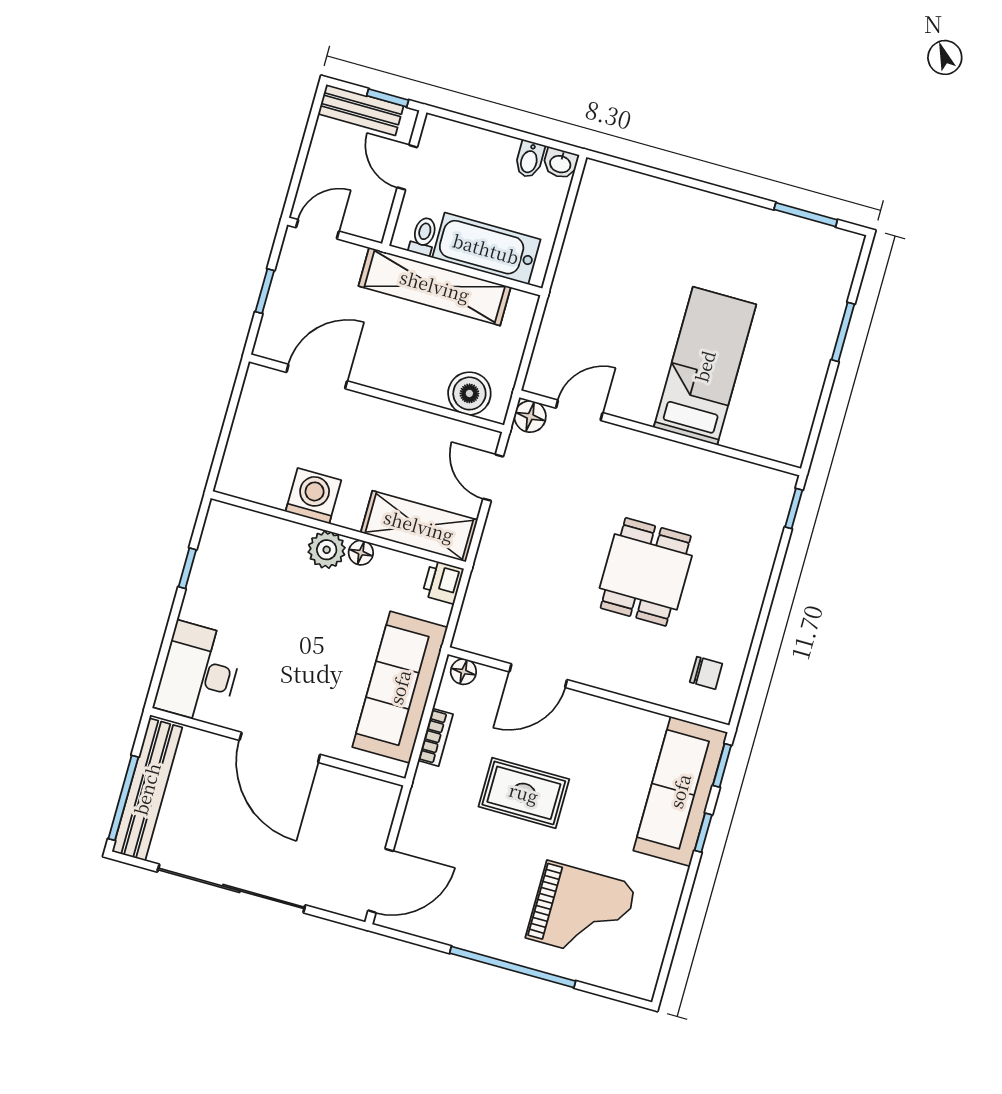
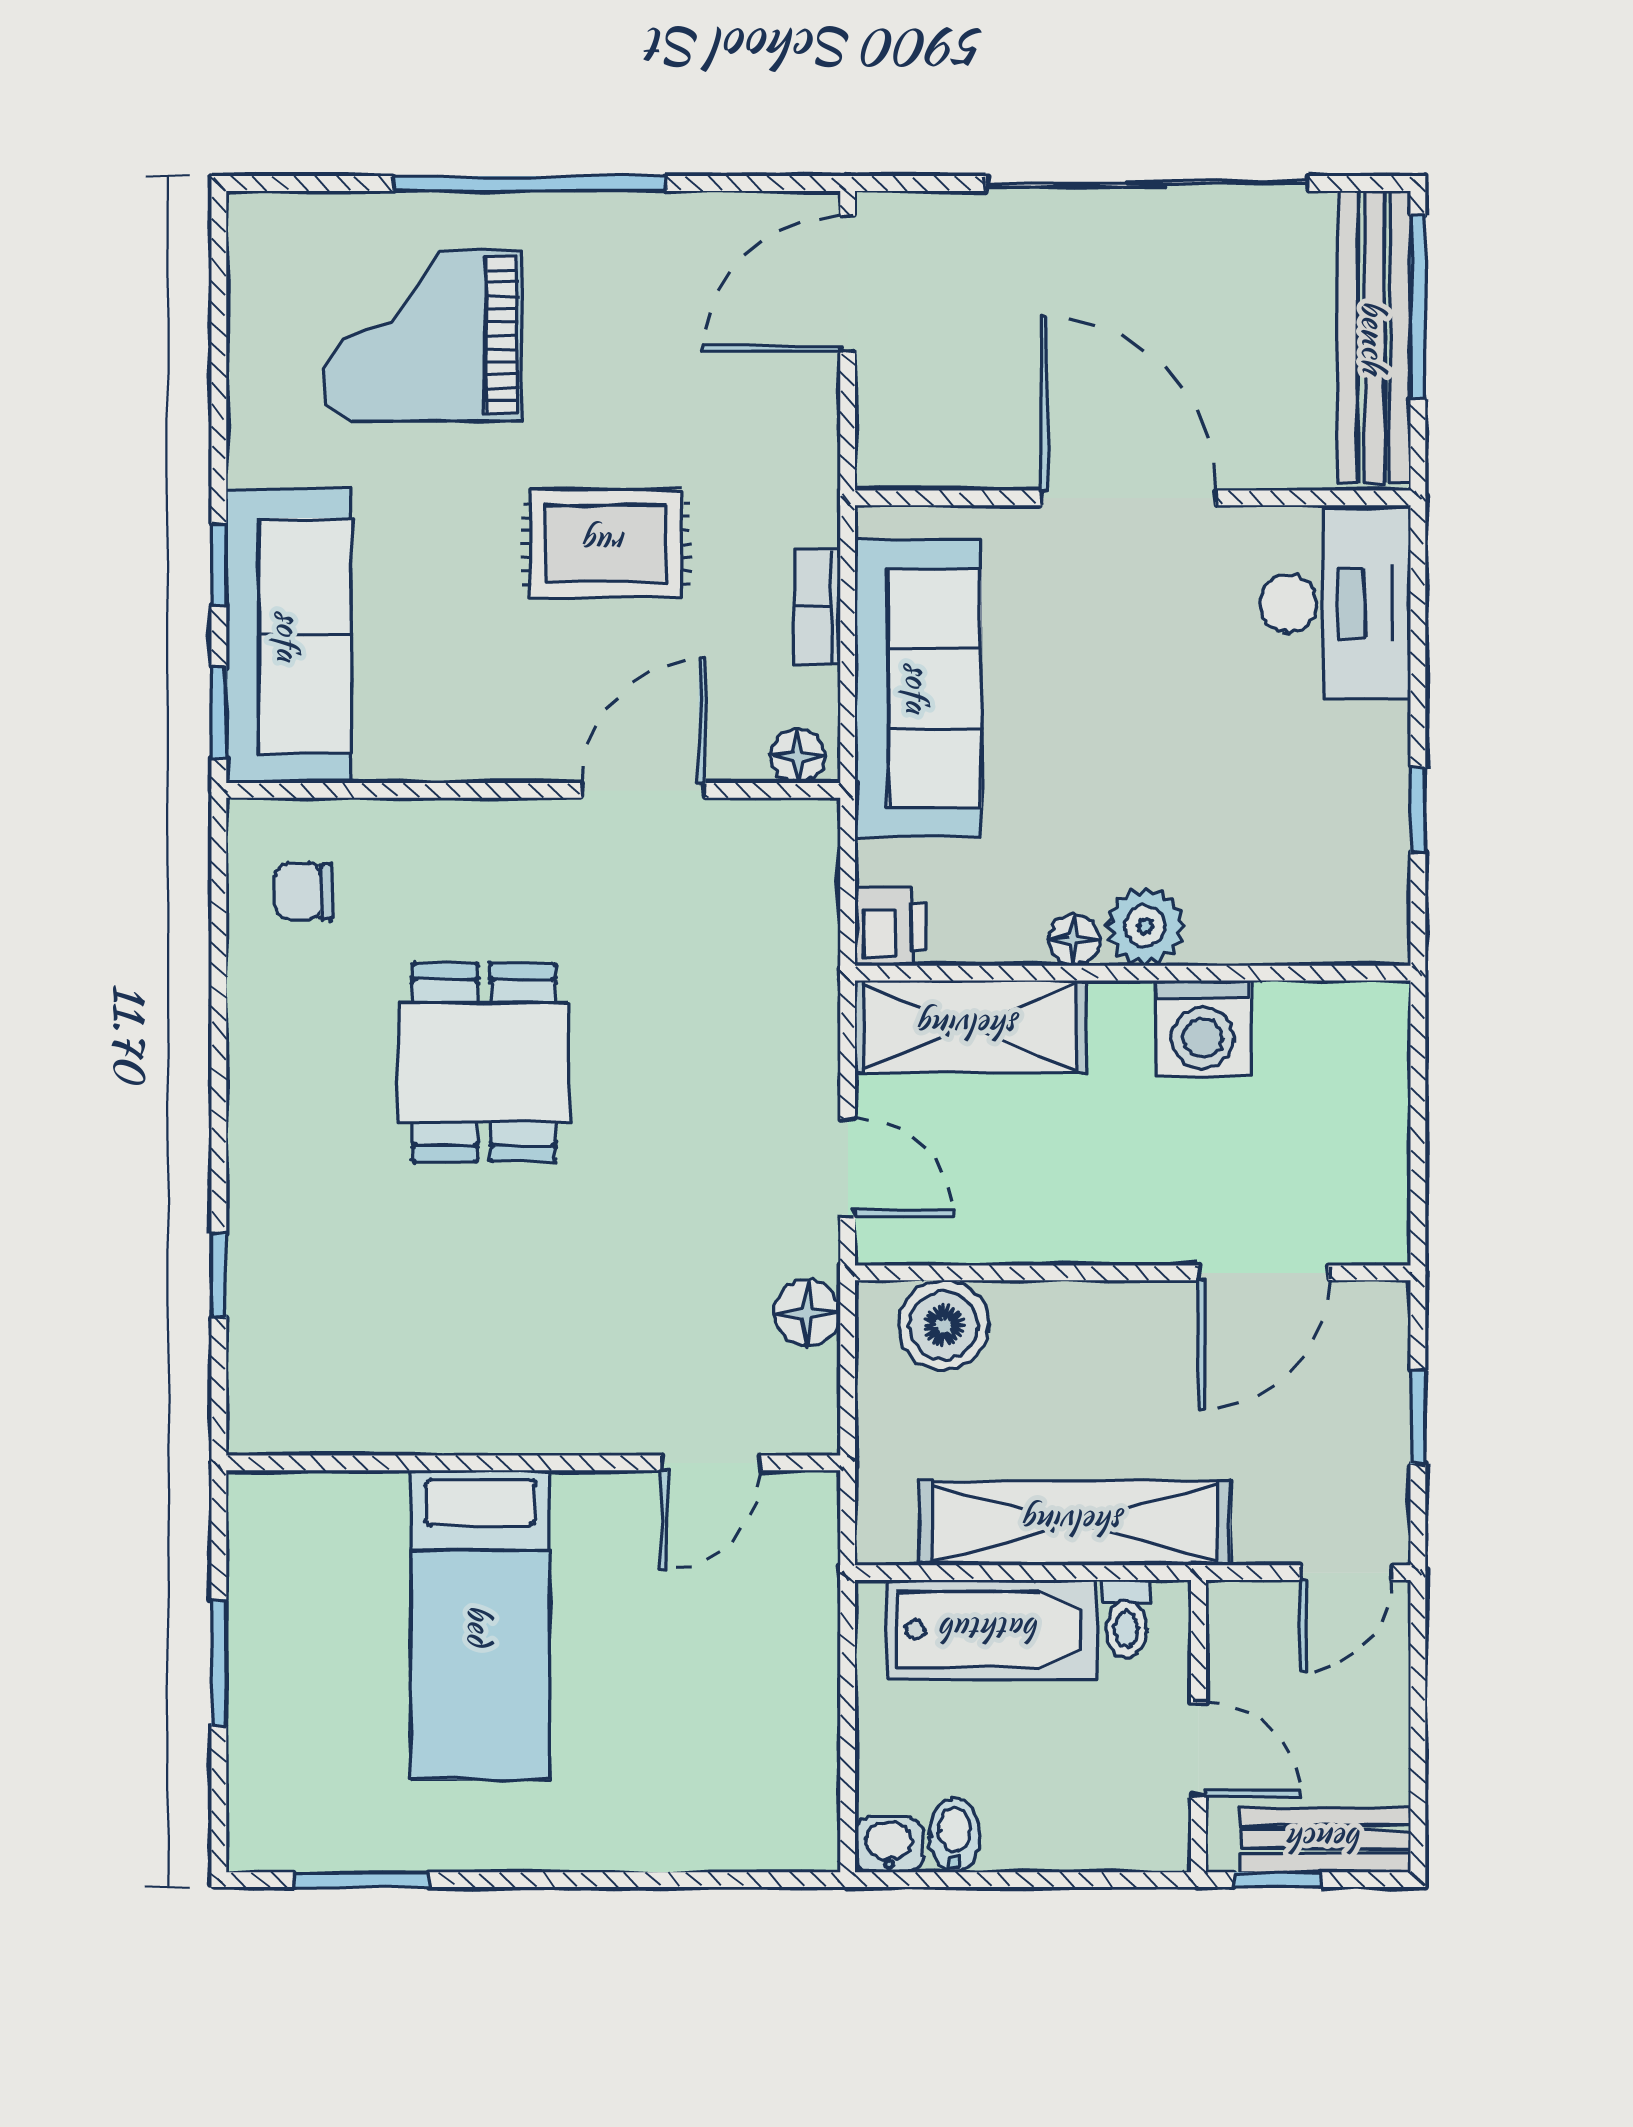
bed: (705, 366) -> (480, 1625), moved
door: (579, 410) -> (711, 1463), moved
wall: (660, 433) -> (533, 1463), moved

